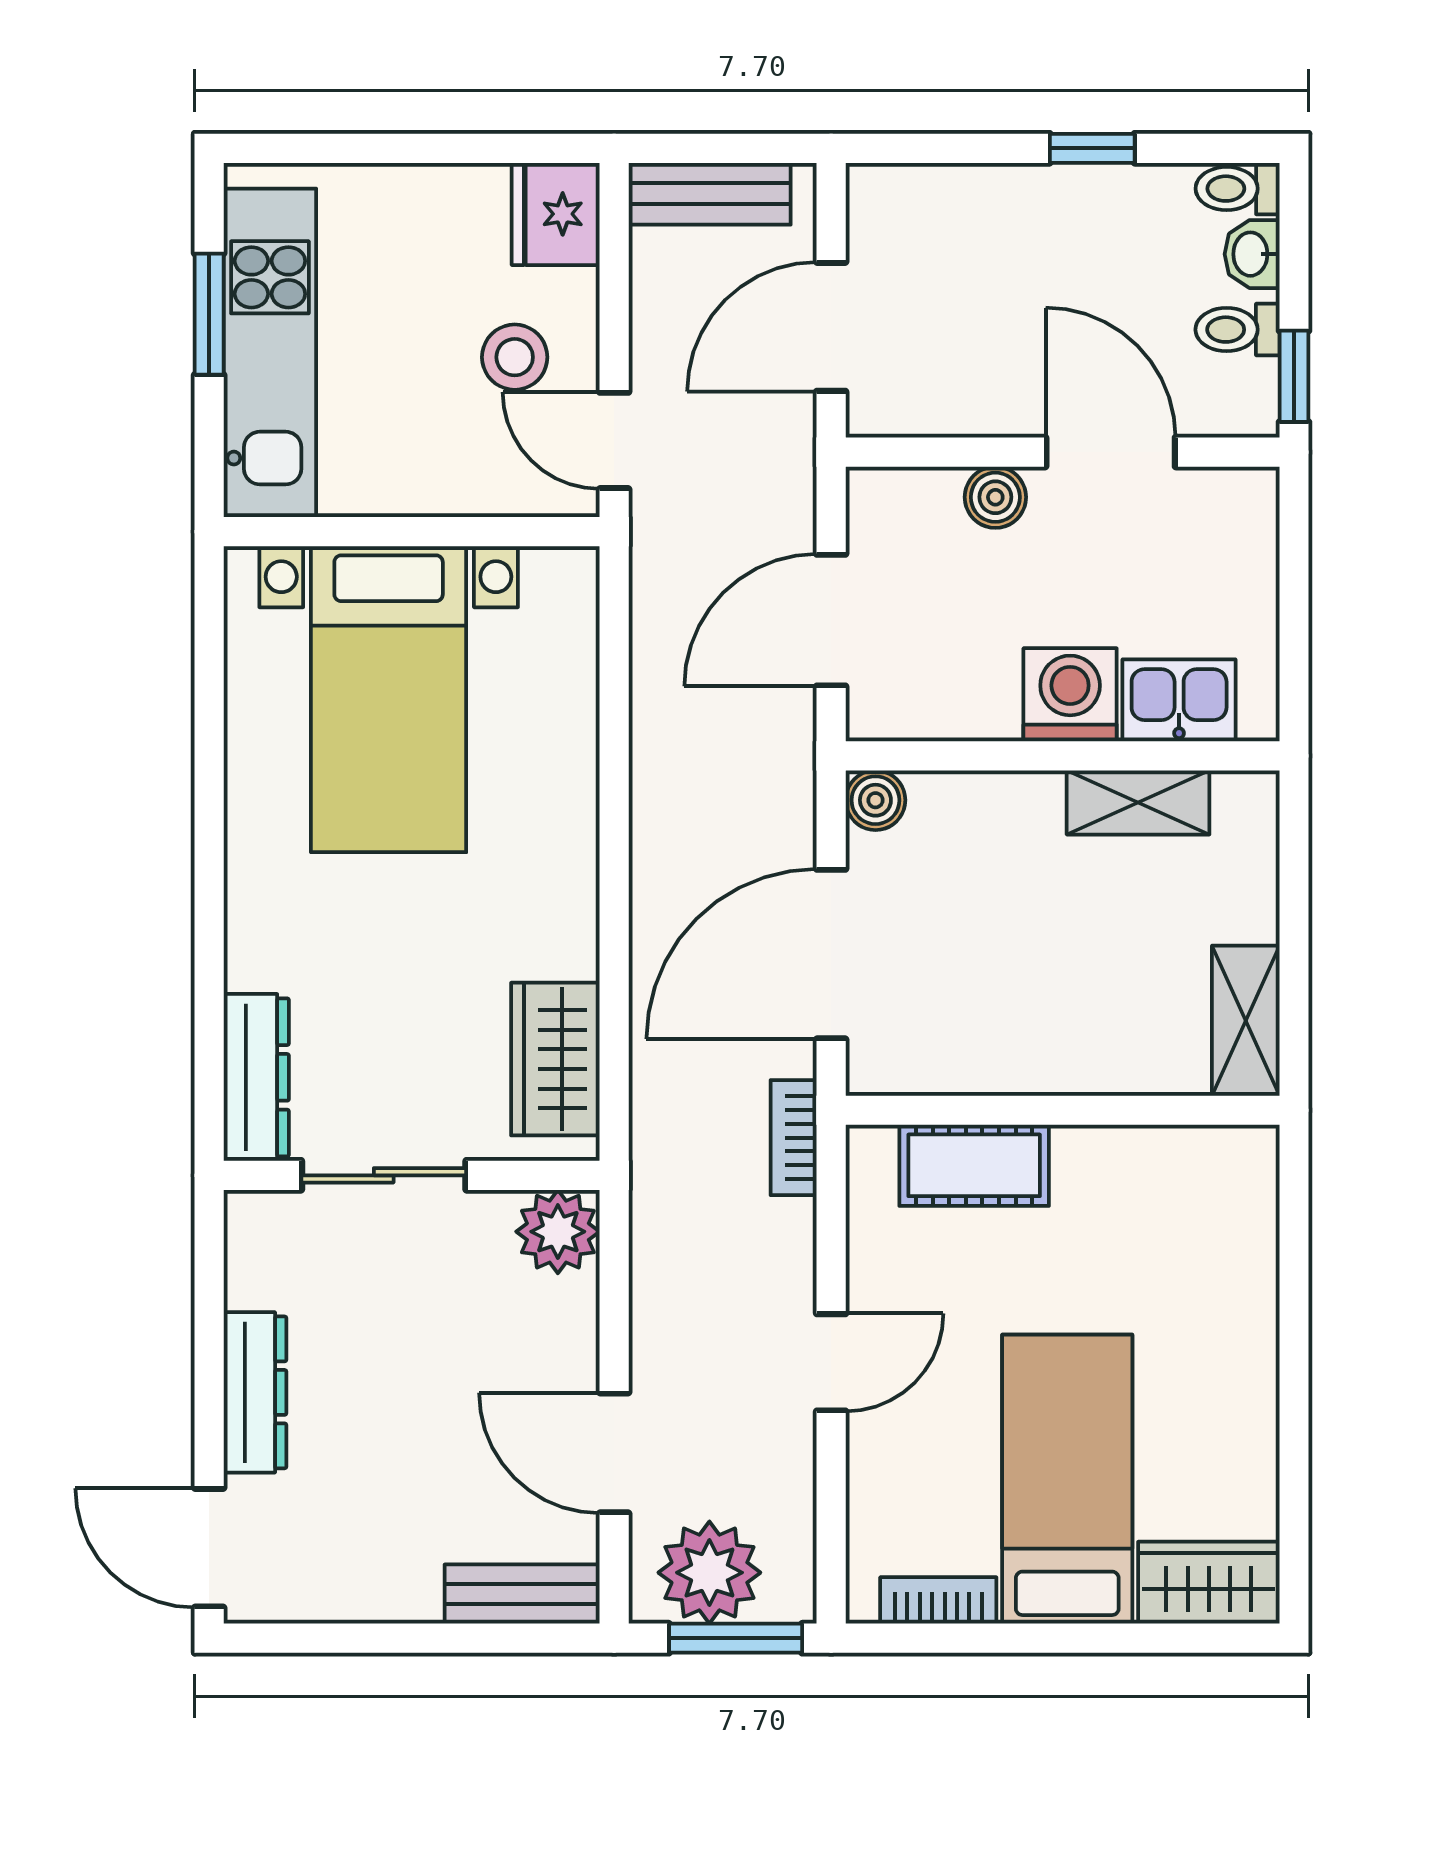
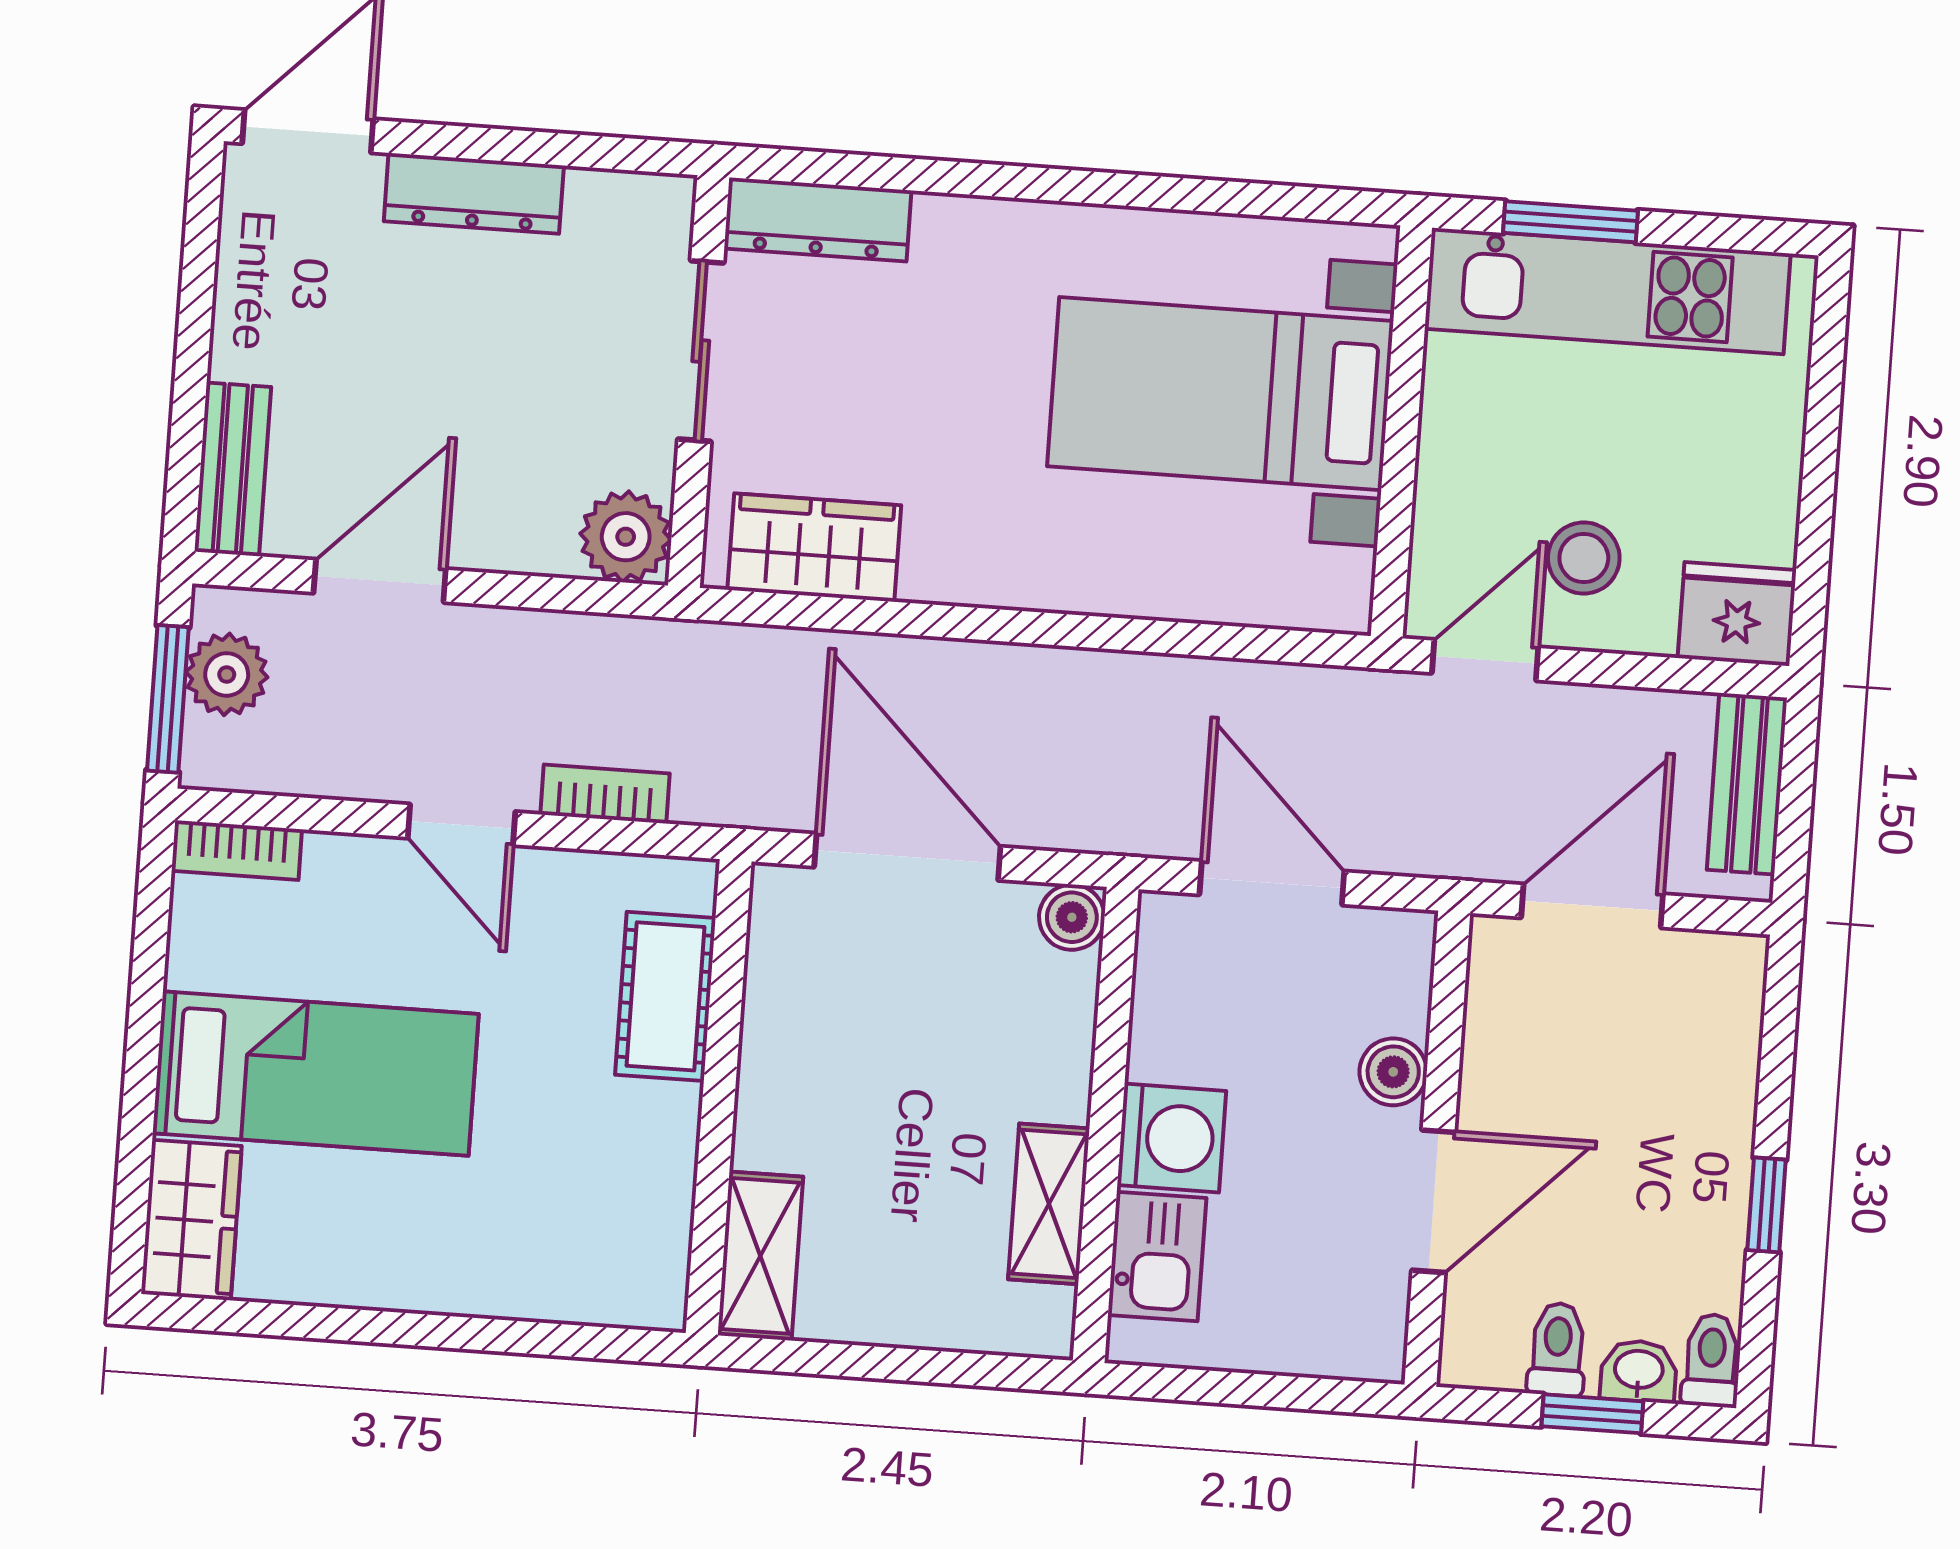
window: (209, 314) -> (1571, 222), moved
door: (831, 327) -> (1592, 906), hinge flipped
window: (1294, 376) -> (1592, 1414), moved
shelving: (1246, 1021) -> (760, 1256), moved, turned 90
bookcase: (794, 1138) -> (605, 794), moved
plant: (709, 1573) -> (227, 674), width x0.73, depth x0.73
bookcase: (938, 1600) -> (237, 850), moved, turned 90

